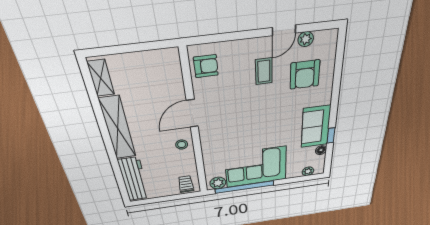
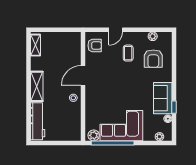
door: (284, 30) -> (116, 30), moved
shelving: (118, 128) -> (37, 86), width x0.68
trolley: (186, 184) -> (71, 132), removed

